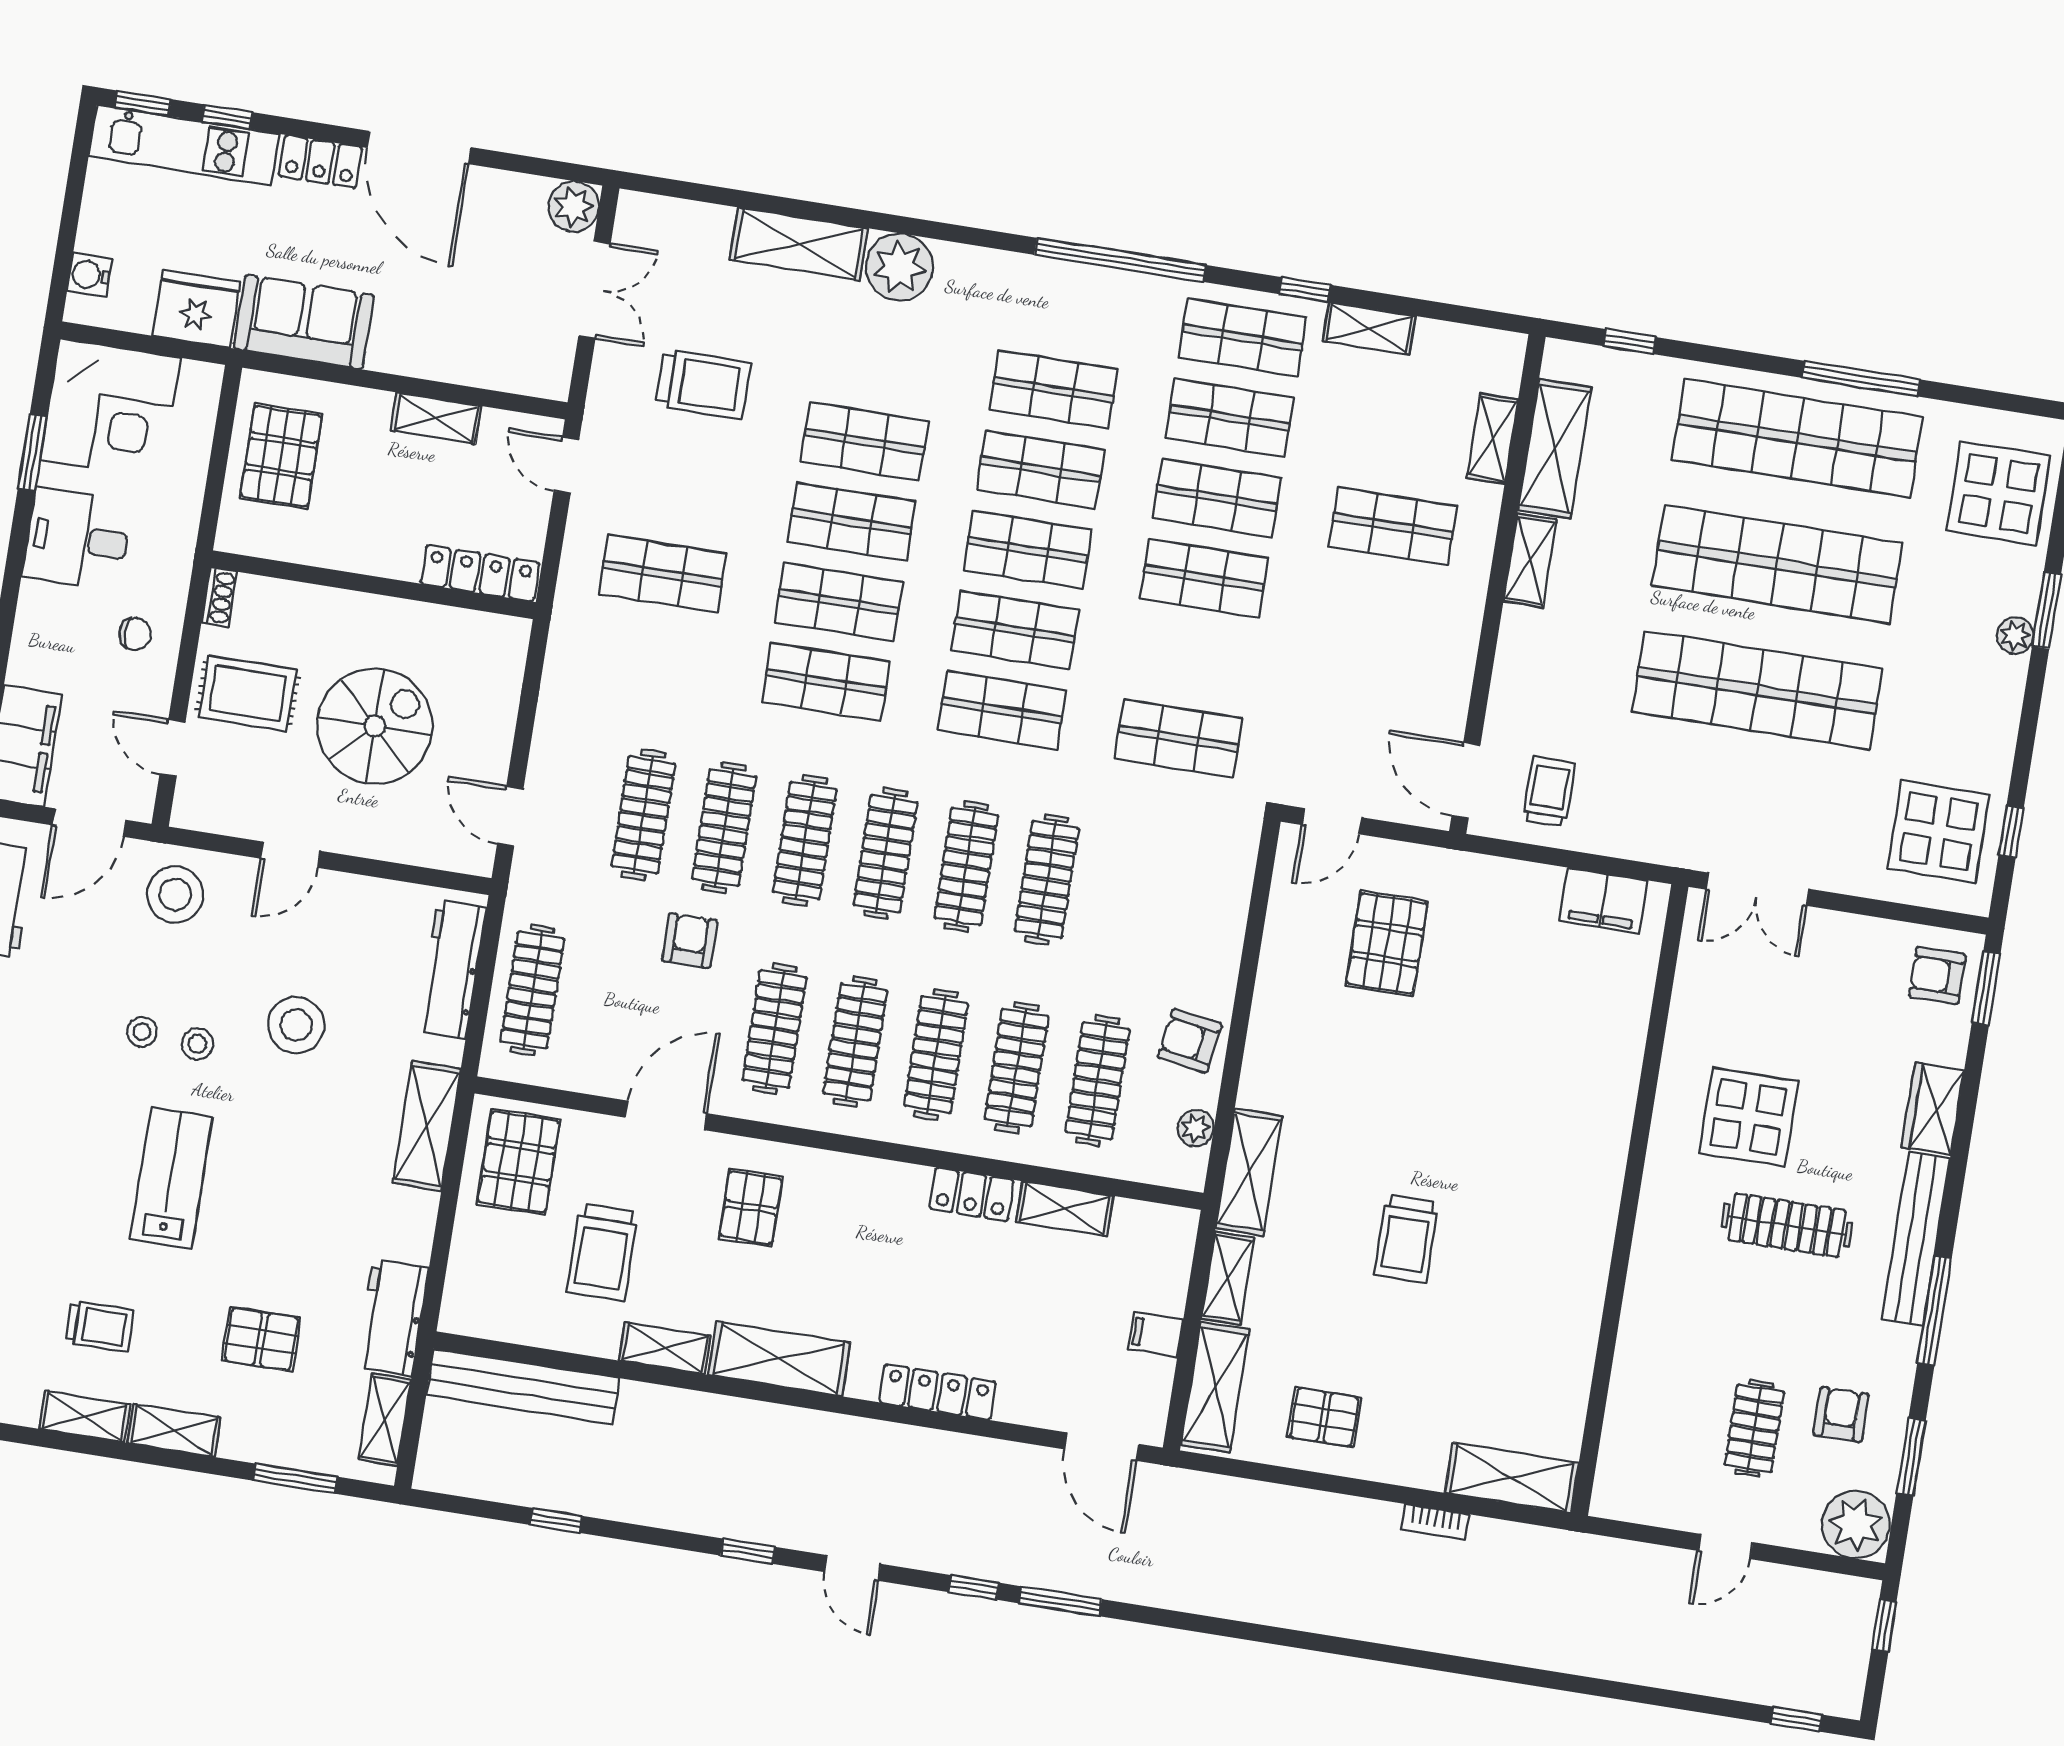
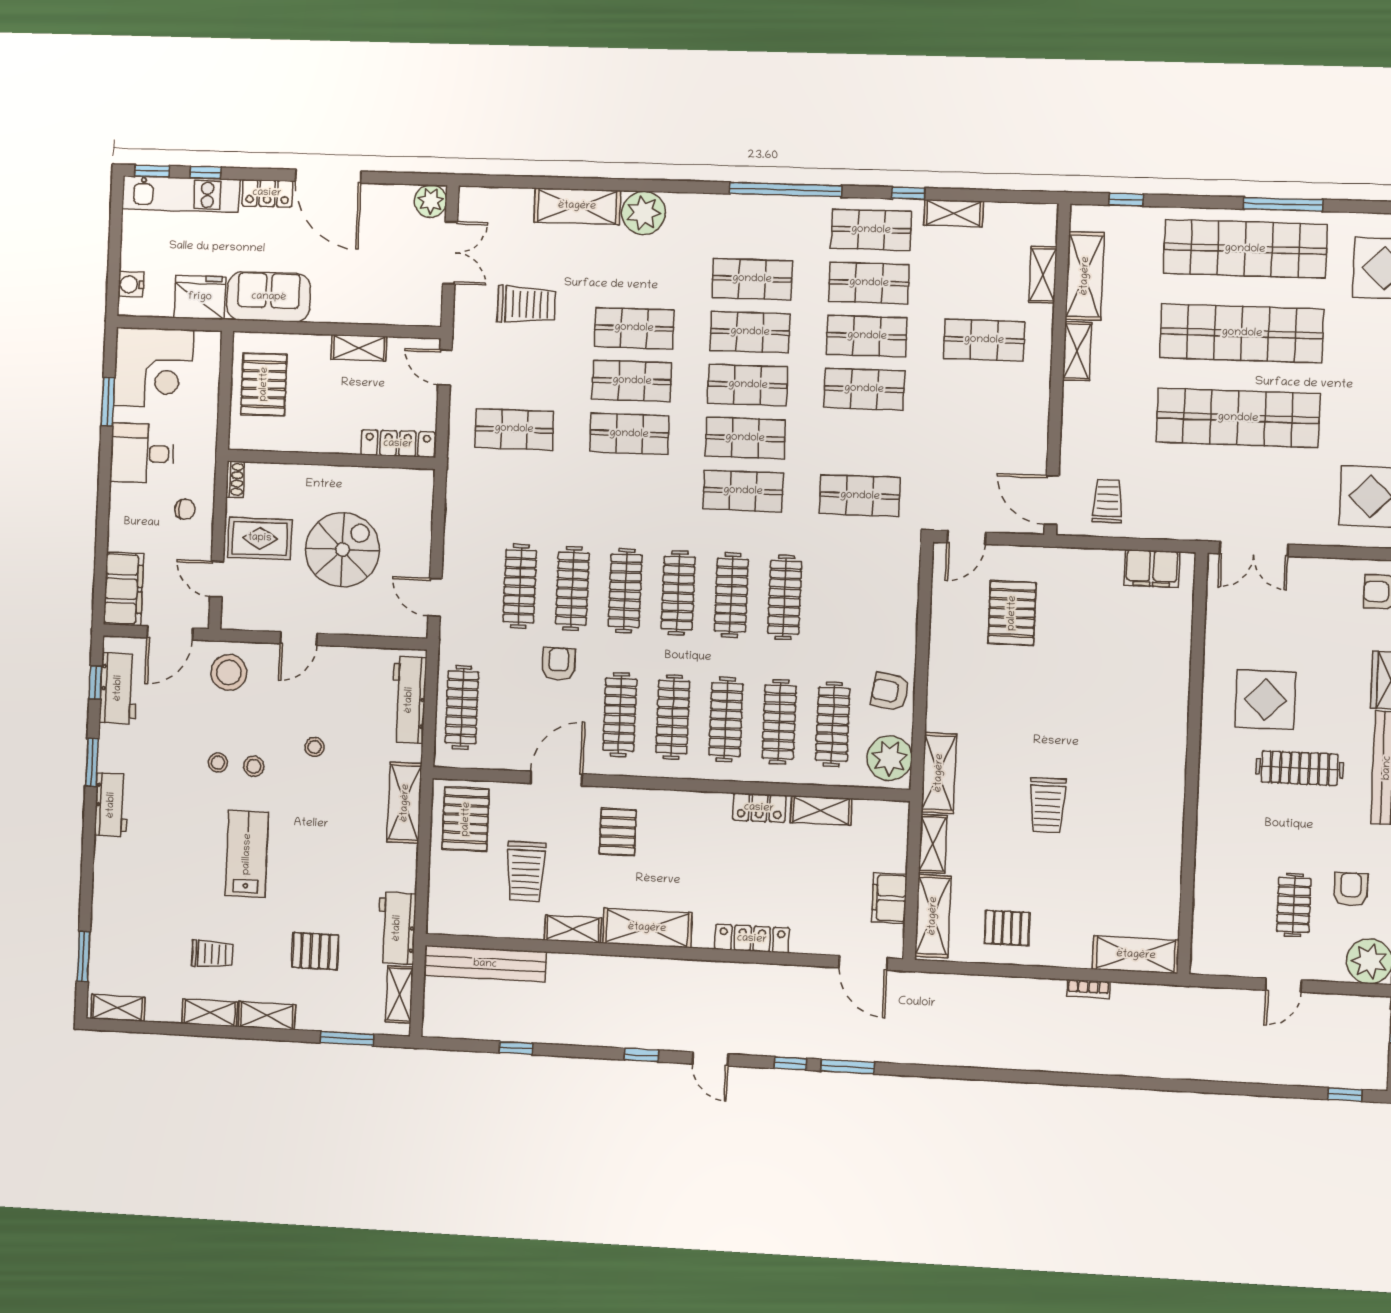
shop shelf: (826, 682) -> (627, 487), removed
stool: (296, 1025) -> (315, 747), width x0.53, depth x0.53
plant: (1196, 1128) -> (890, 758), width x1.87, depth x1.87
filing cabinet: (1155, 1334) -> (889, 898), width x2.00

